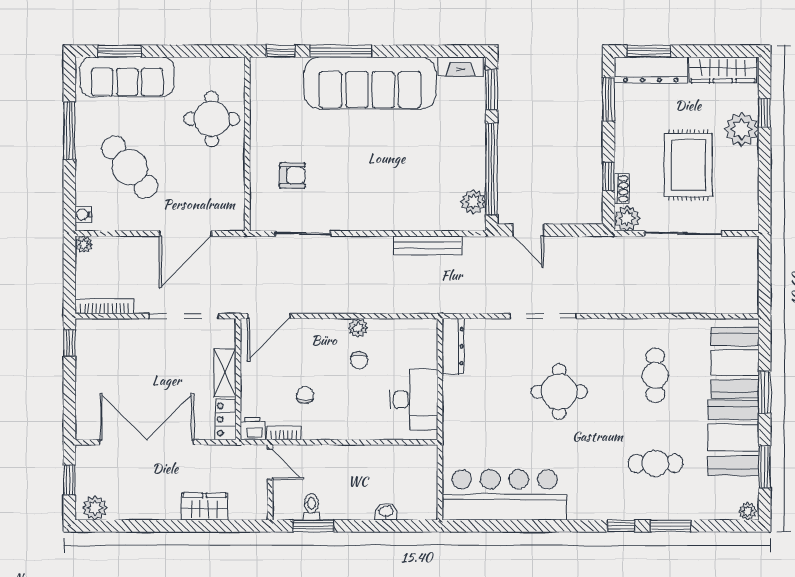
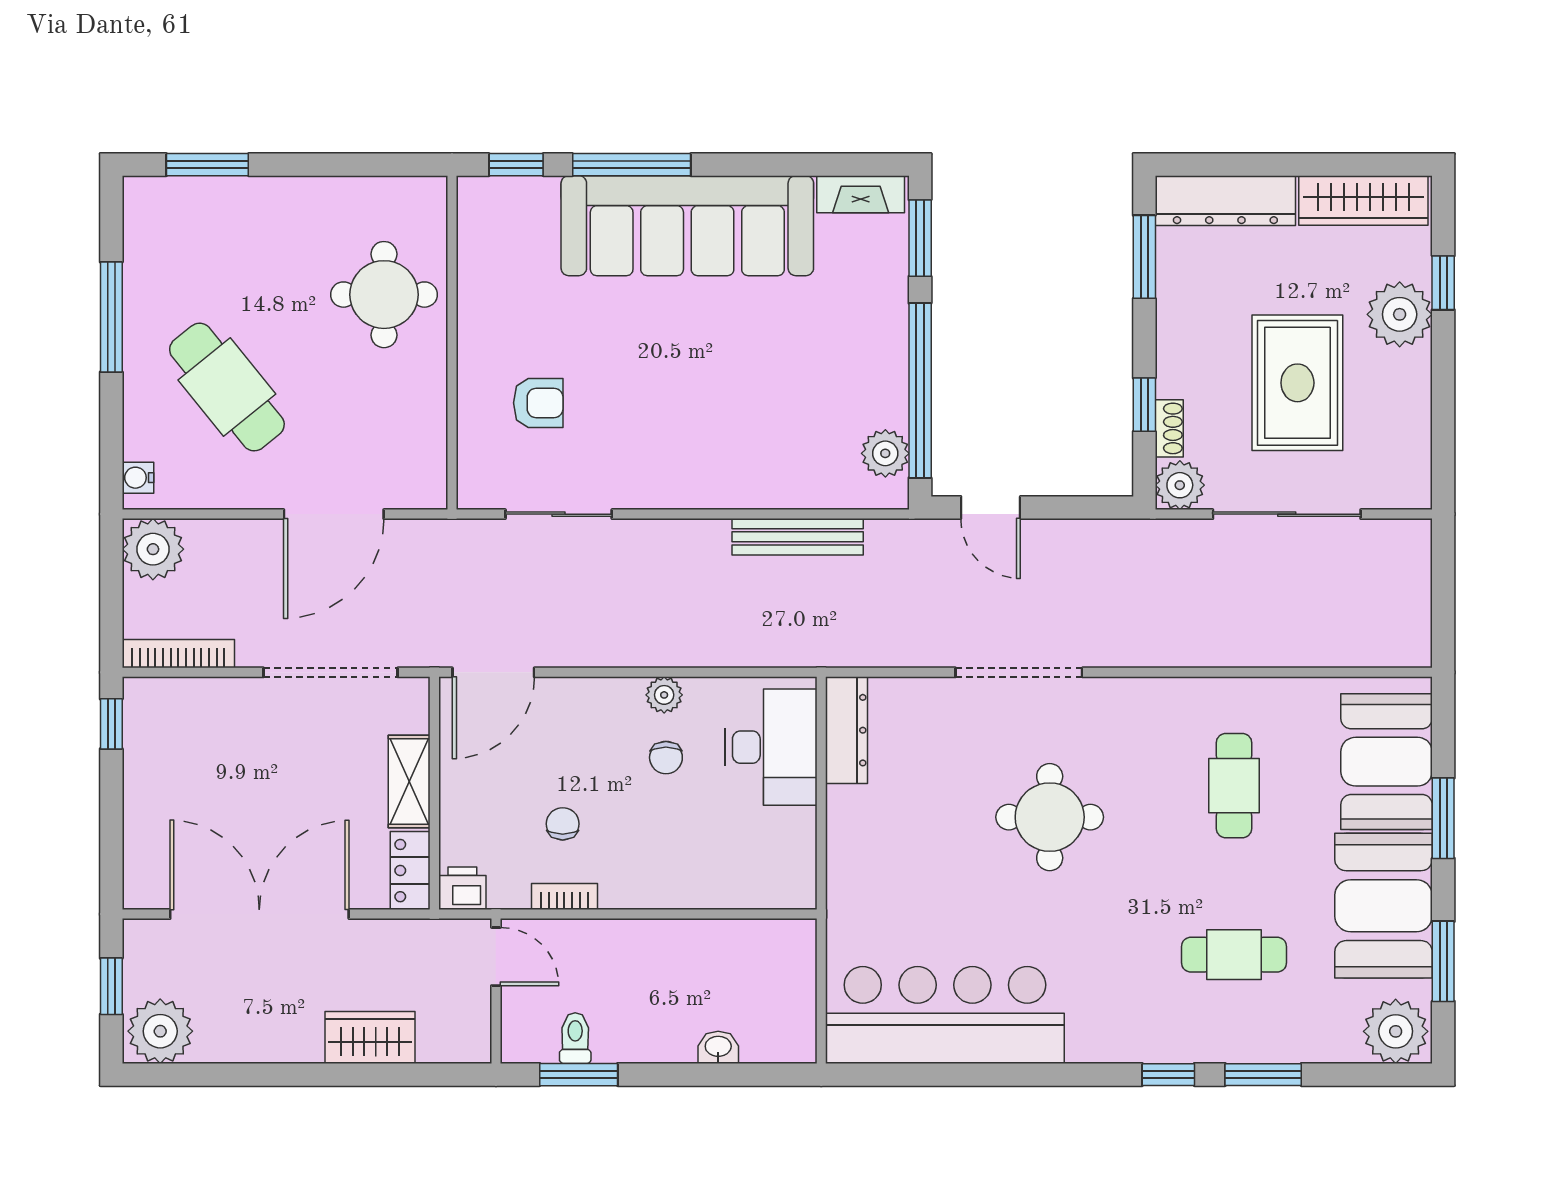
window: (649, 51) -> (1221, 165), removed
sofa: (127, 77) -> (222, 214), removed
plant: (84, 244) -> (153, 549), width x1.87, depth x1.87
desk: (414, 400) -> (771, 747), moved
bookcase: (284, 433) -> (564, 897), moved
plant: (95, 508) -> (160, 1031), width x1.36, depth x1.36
plant: (748, 511) -> (1396, 1031), width x1.87, depth x1.87

